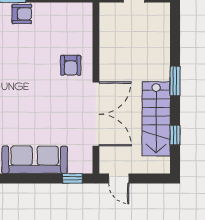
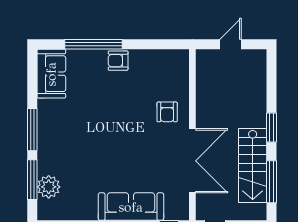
armchair: (22, 14) -> (118, 61), turned 180
window: (175, 135) -> (271, 182), width x2.17

